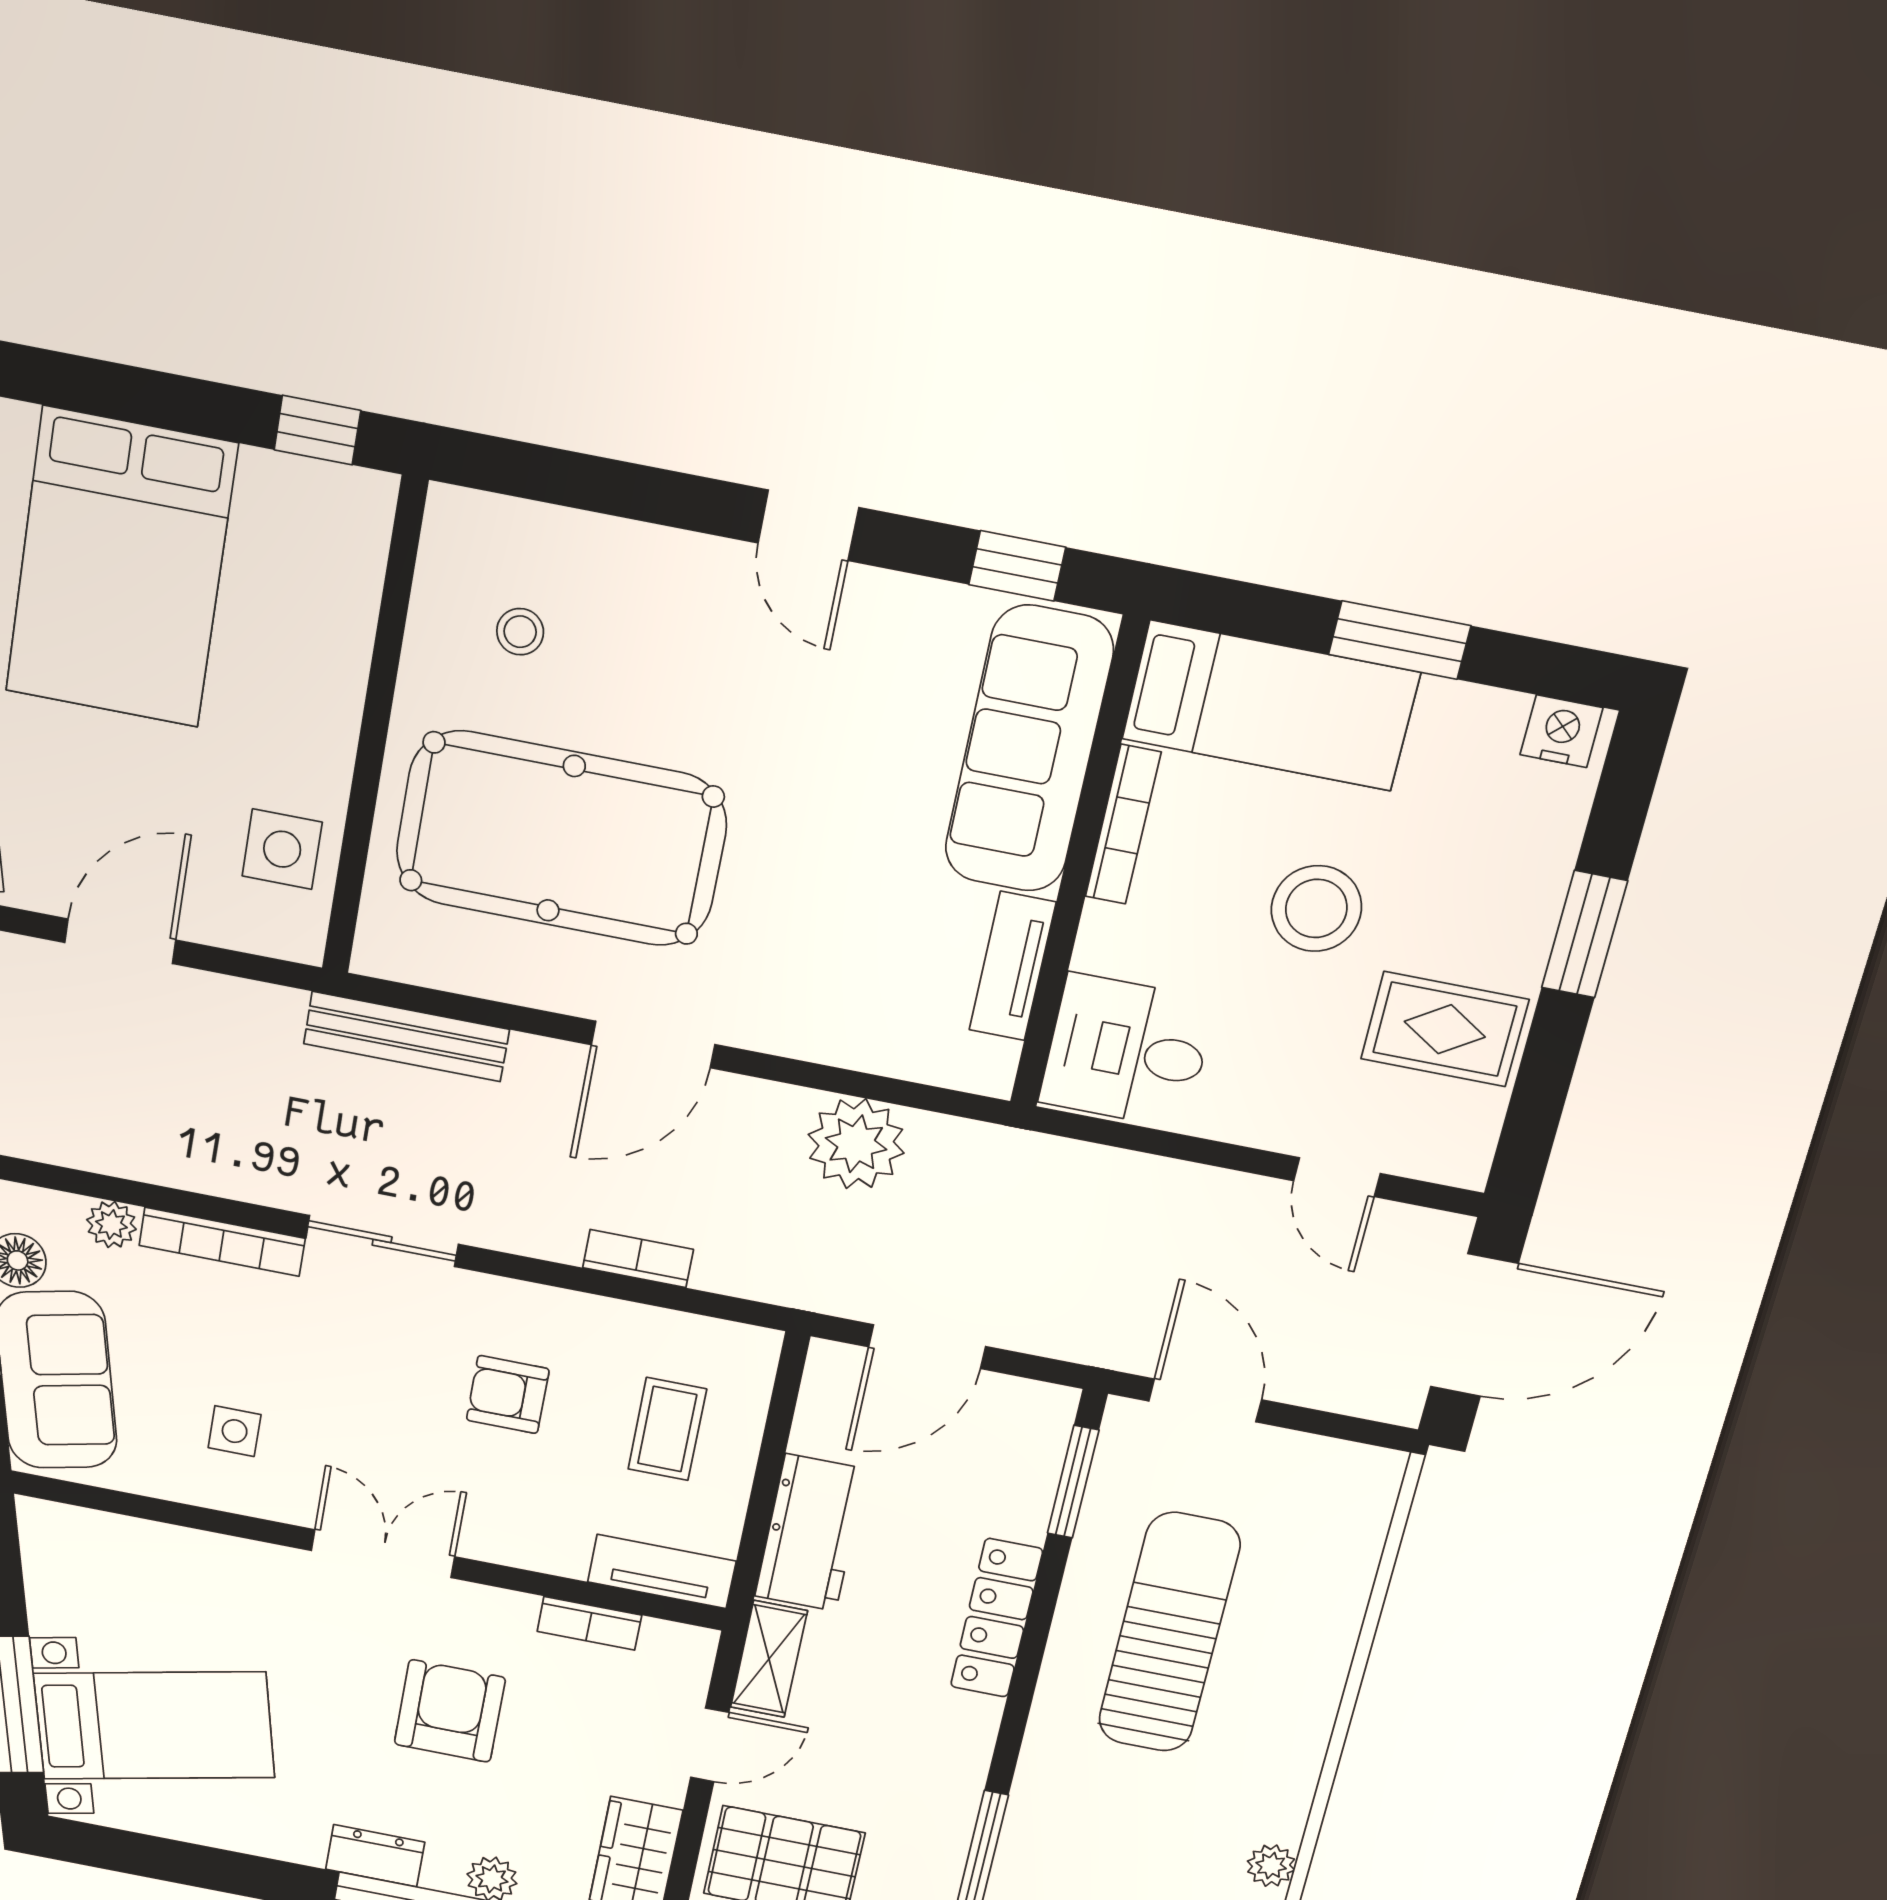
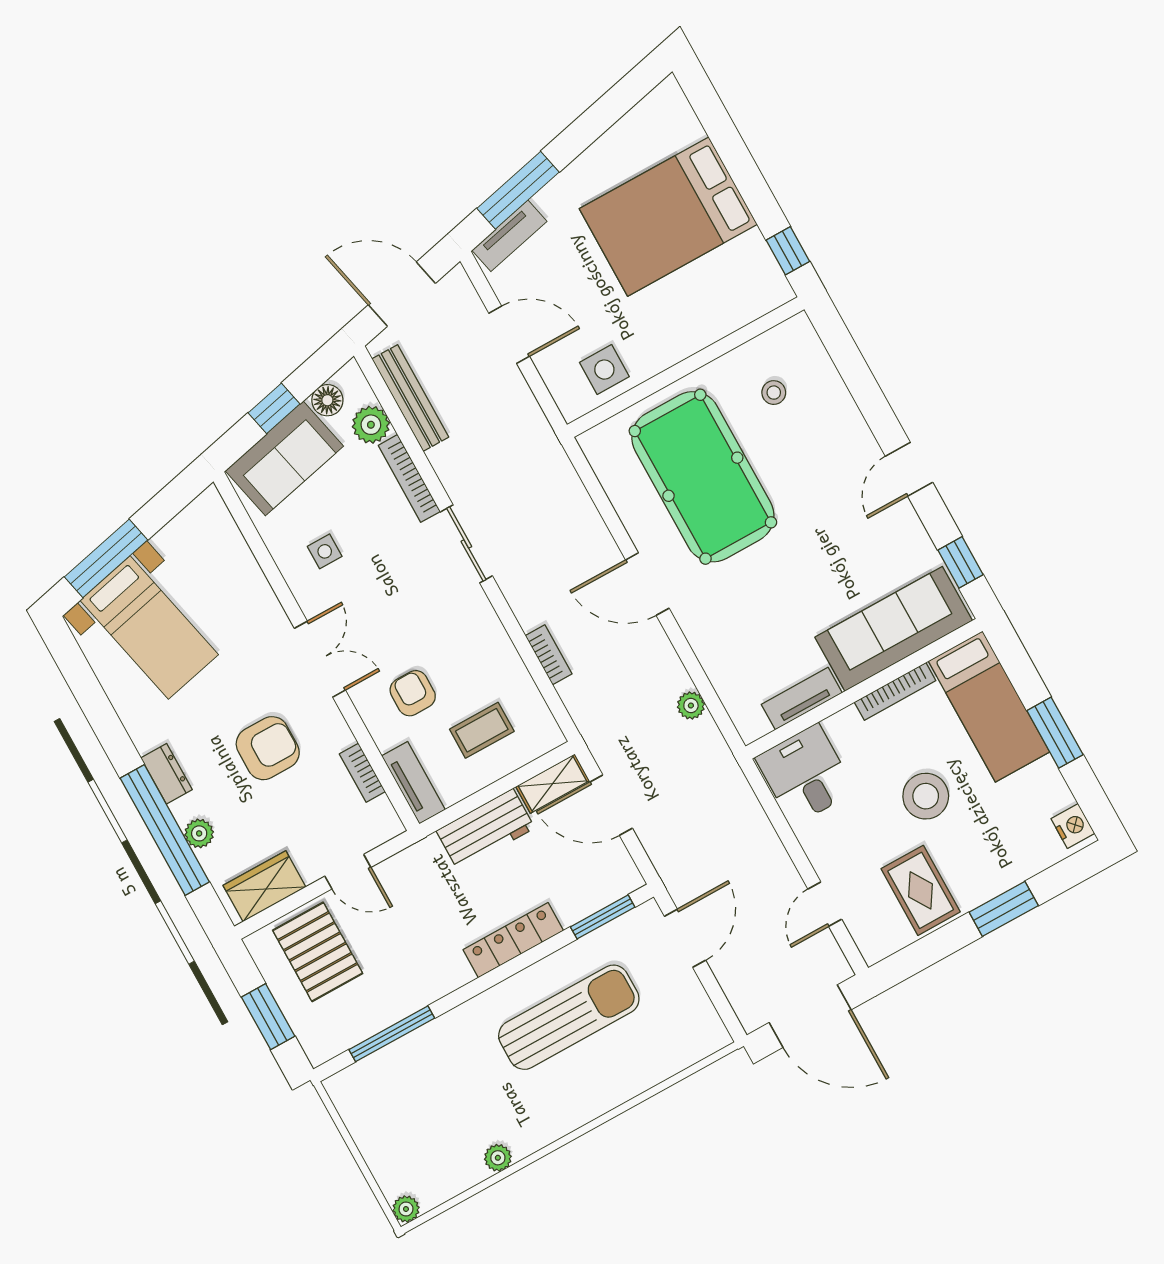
bench: (406, 1037) -> (410, 398), moved
plant: (856, 1144) -> (691, 706), width x0.53, depth x0.53
plant: (111, 1224) -> (371, 425), width x1.38, depth x1.38
armchair: (508, 1395) -> (413, 693), moved
shelving: (769, 1659) -> (553, 784), moved

